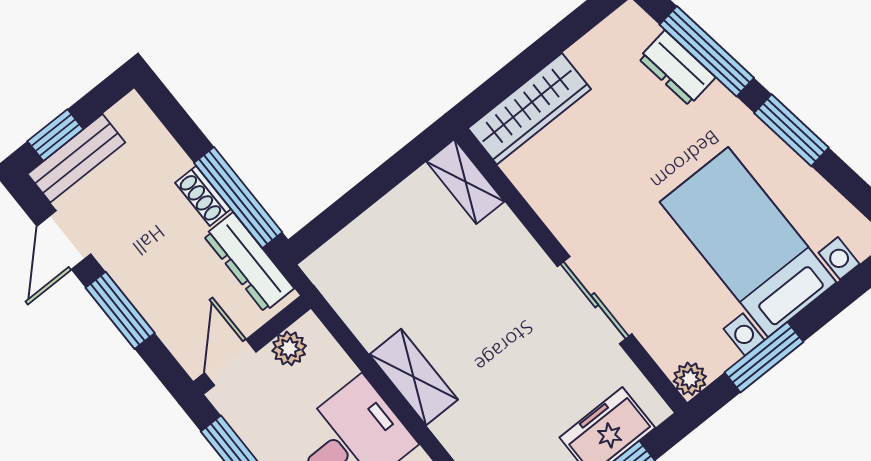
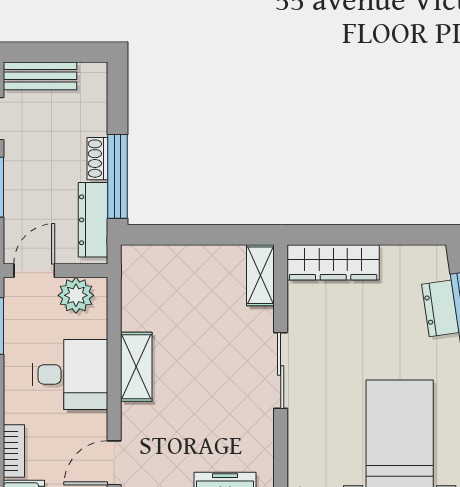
window: (55, 135) -> (38, 52), removed
sliding door: (595, 300) -> (281, 370), moved
plant: (289, 348) -> (76, 295), width x1.38, depth x1.38

